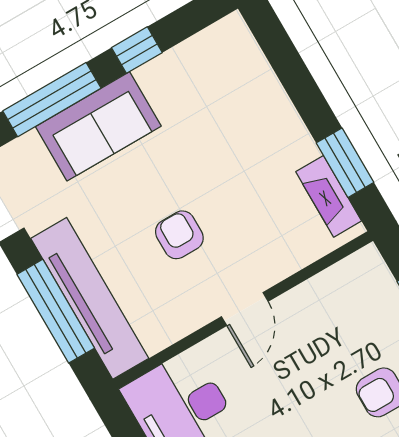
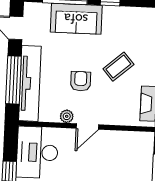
coffee table: (231, 164) -> (118, 67), added
plant: (195, 315) -> (67, 116), added

